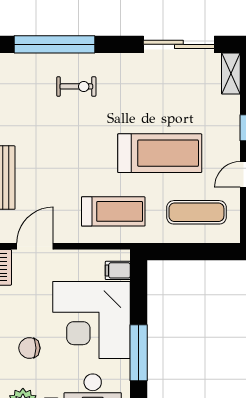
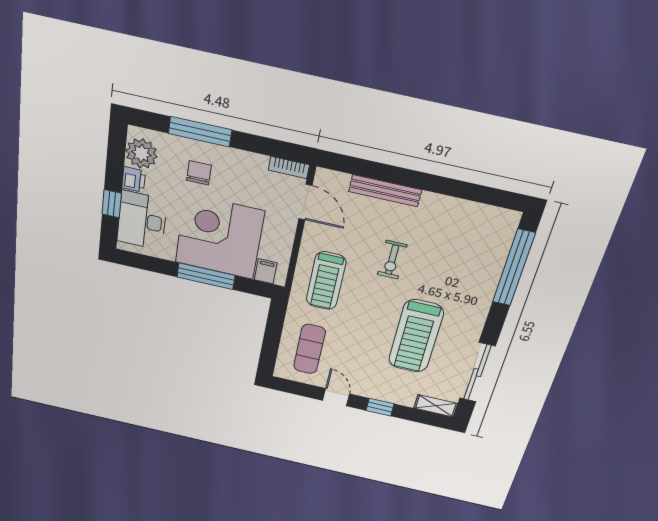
exercise bike: (76, 86) -> (392, 260), moved
treadmill: (160, 153) -> (416, 336), moved
window: (139, 353) -> (206, 276), moved

